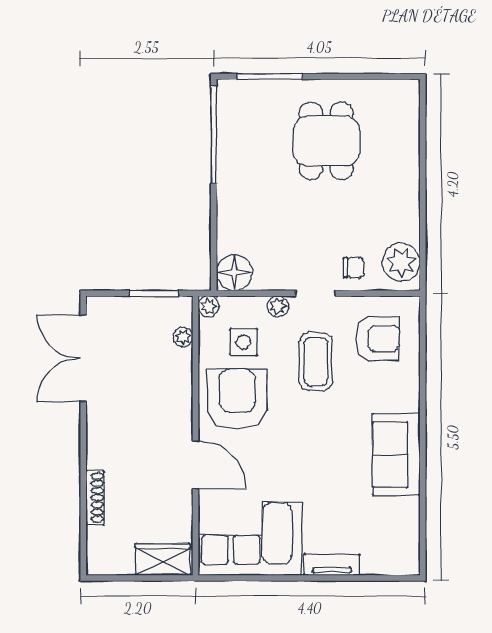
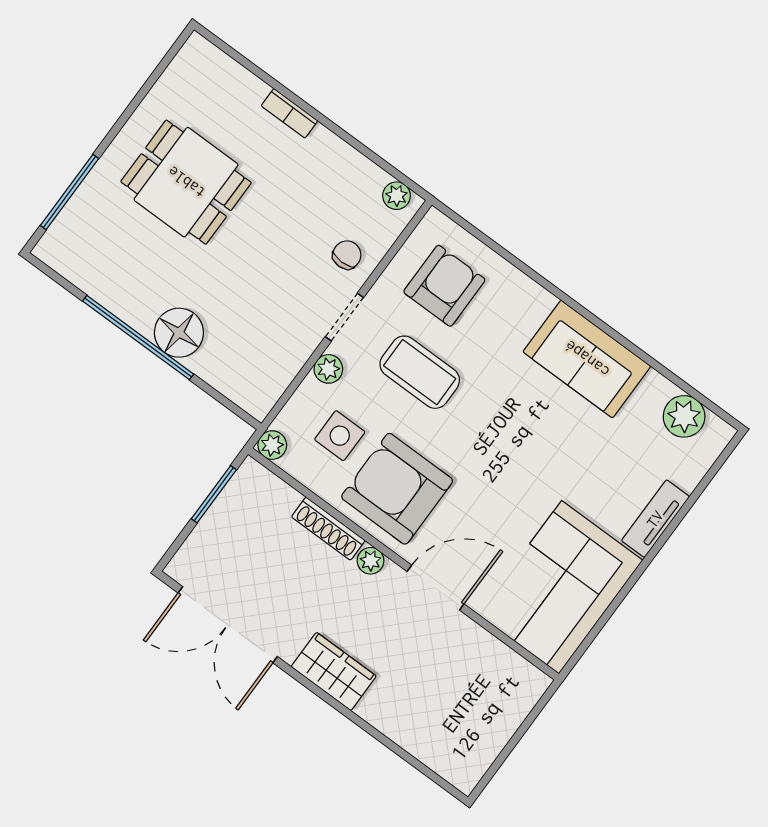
window: (214, 135) -> (138, 338), moved
bookcase: (412, 172) -> (289, 113), added
plant: (401, 262) -> (397, 196), width x0.53, depth x0.53
floor lamp: (234, 273) -> (179, 333), moved
plant: (183, 337) -> (370, 561), moved
shoe rack: (95, 498) -> (328, 529), moved, turned 180
plant: (405, 537) -> (684, 416), added
wardrobe: (163, 559) -> (334, 671), moved, turned 90

